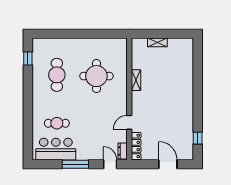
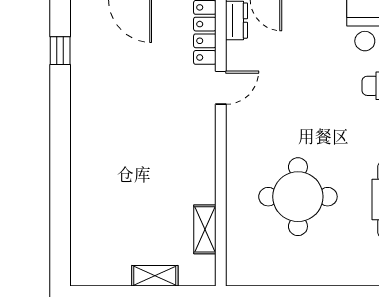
shelving: (136, 80) -> (205, 229), moved

